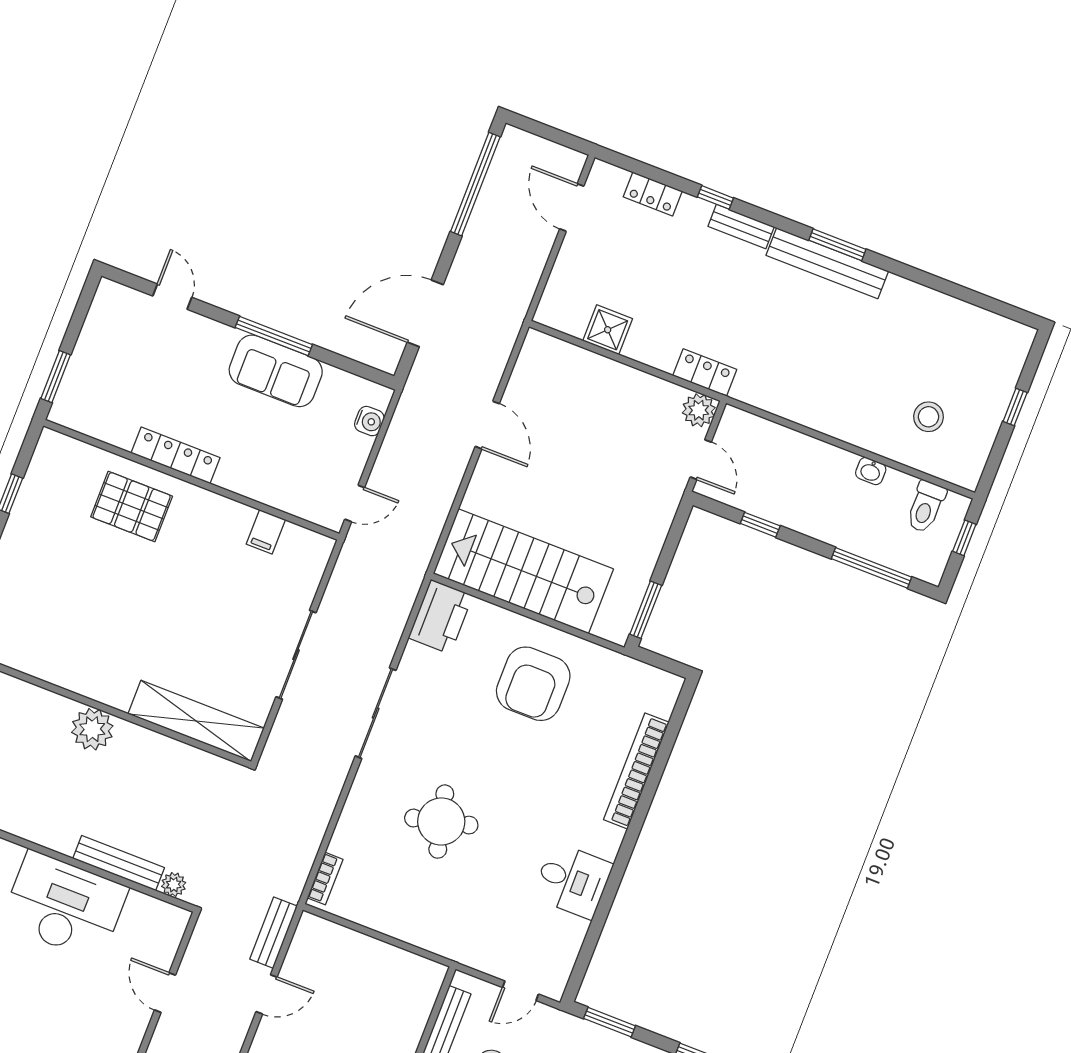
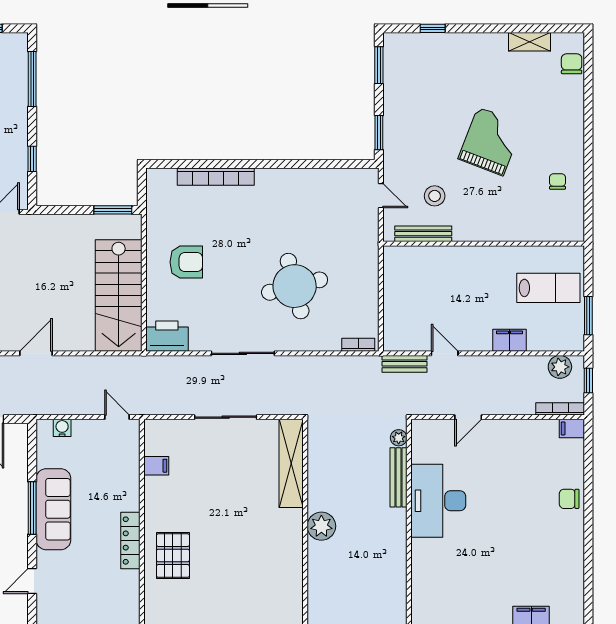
sofa: (276, 371) -> (53, 509), width x1.36
armchair: (533, 684) -> (186, 262), width x0.73, depth x0.73
round table: (441, 822) -> (295, 286), width x1.36, depth x1.36
desk: (573, 881) -> (300, 190), removed

